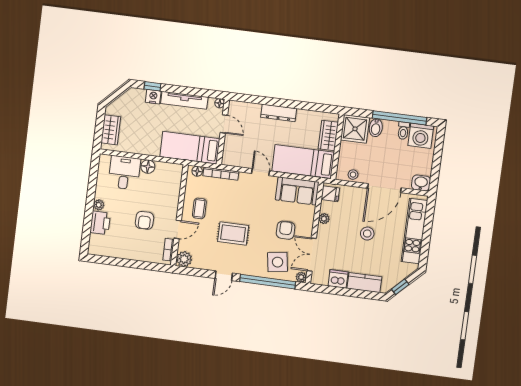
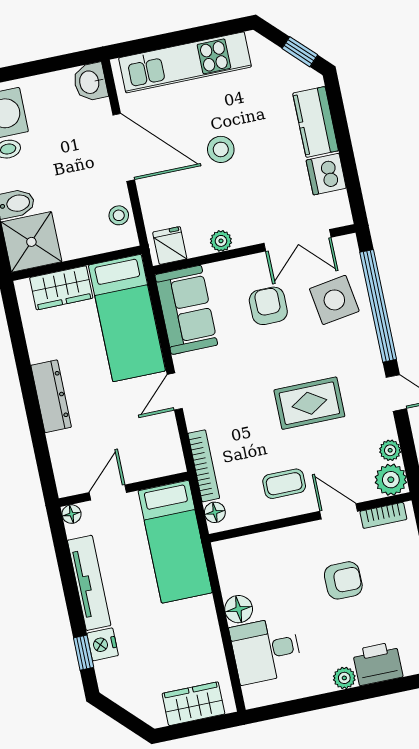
armchair: (286, 230) -> (268, 306), turned 90
rug: (233, 233) -> (309, 403), turned 90
plant: (301, 277) -> (390, 450), moved

